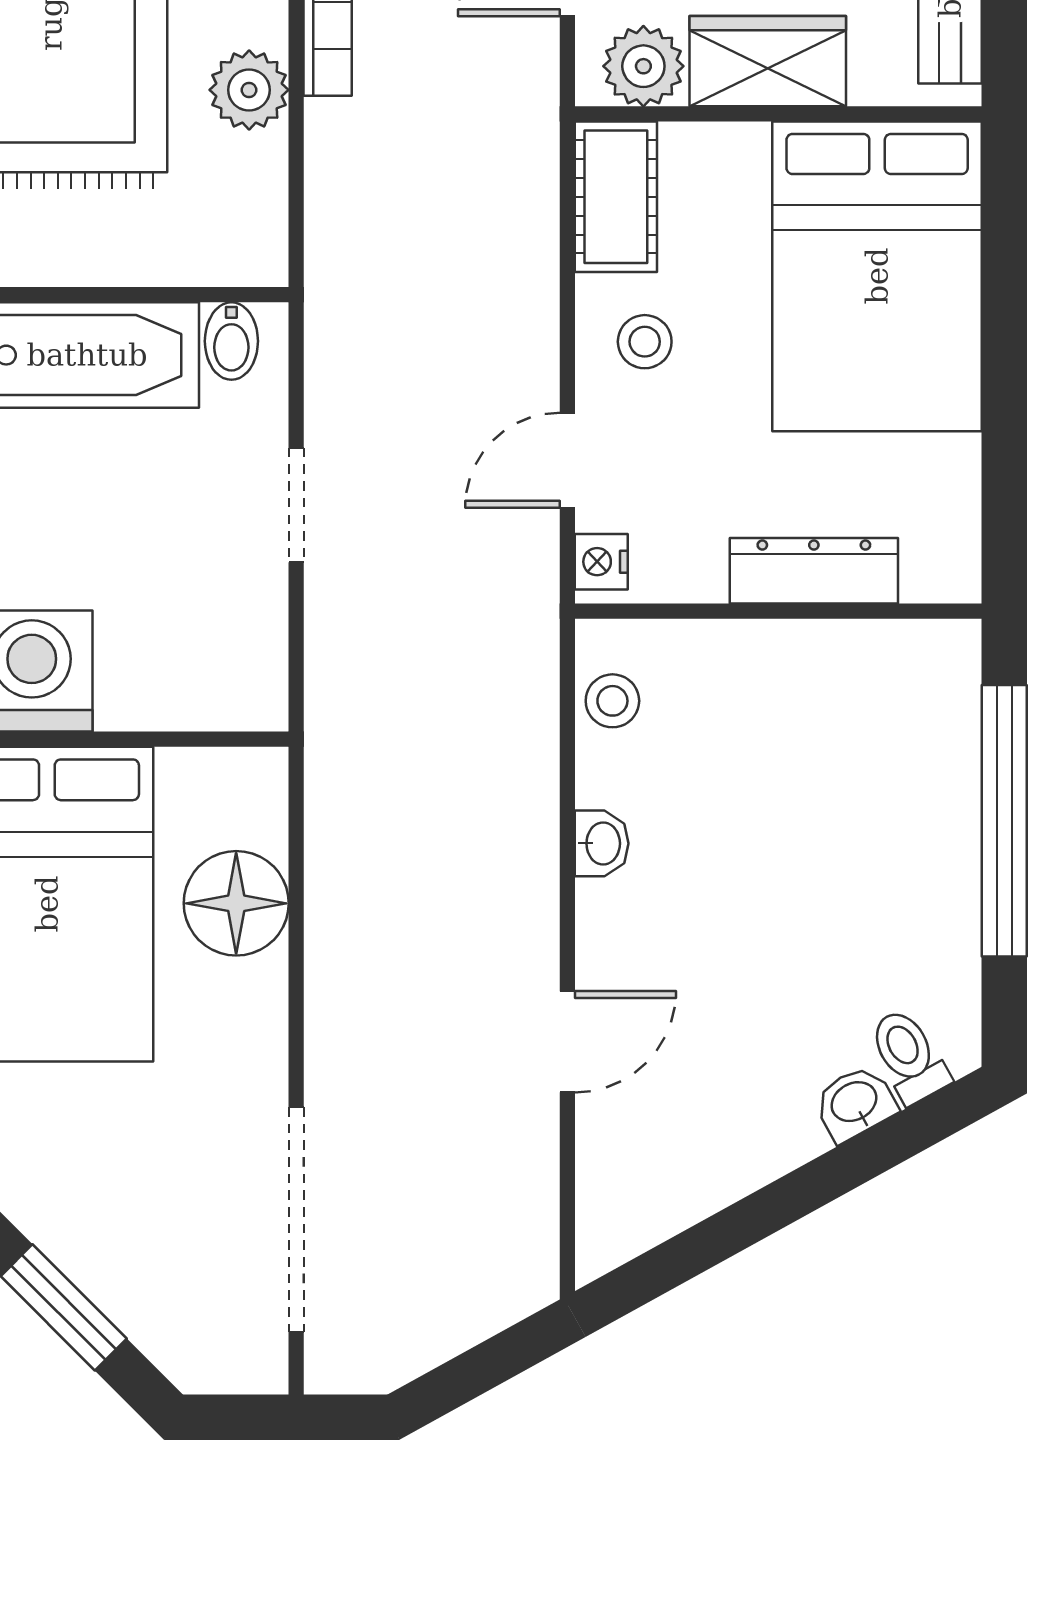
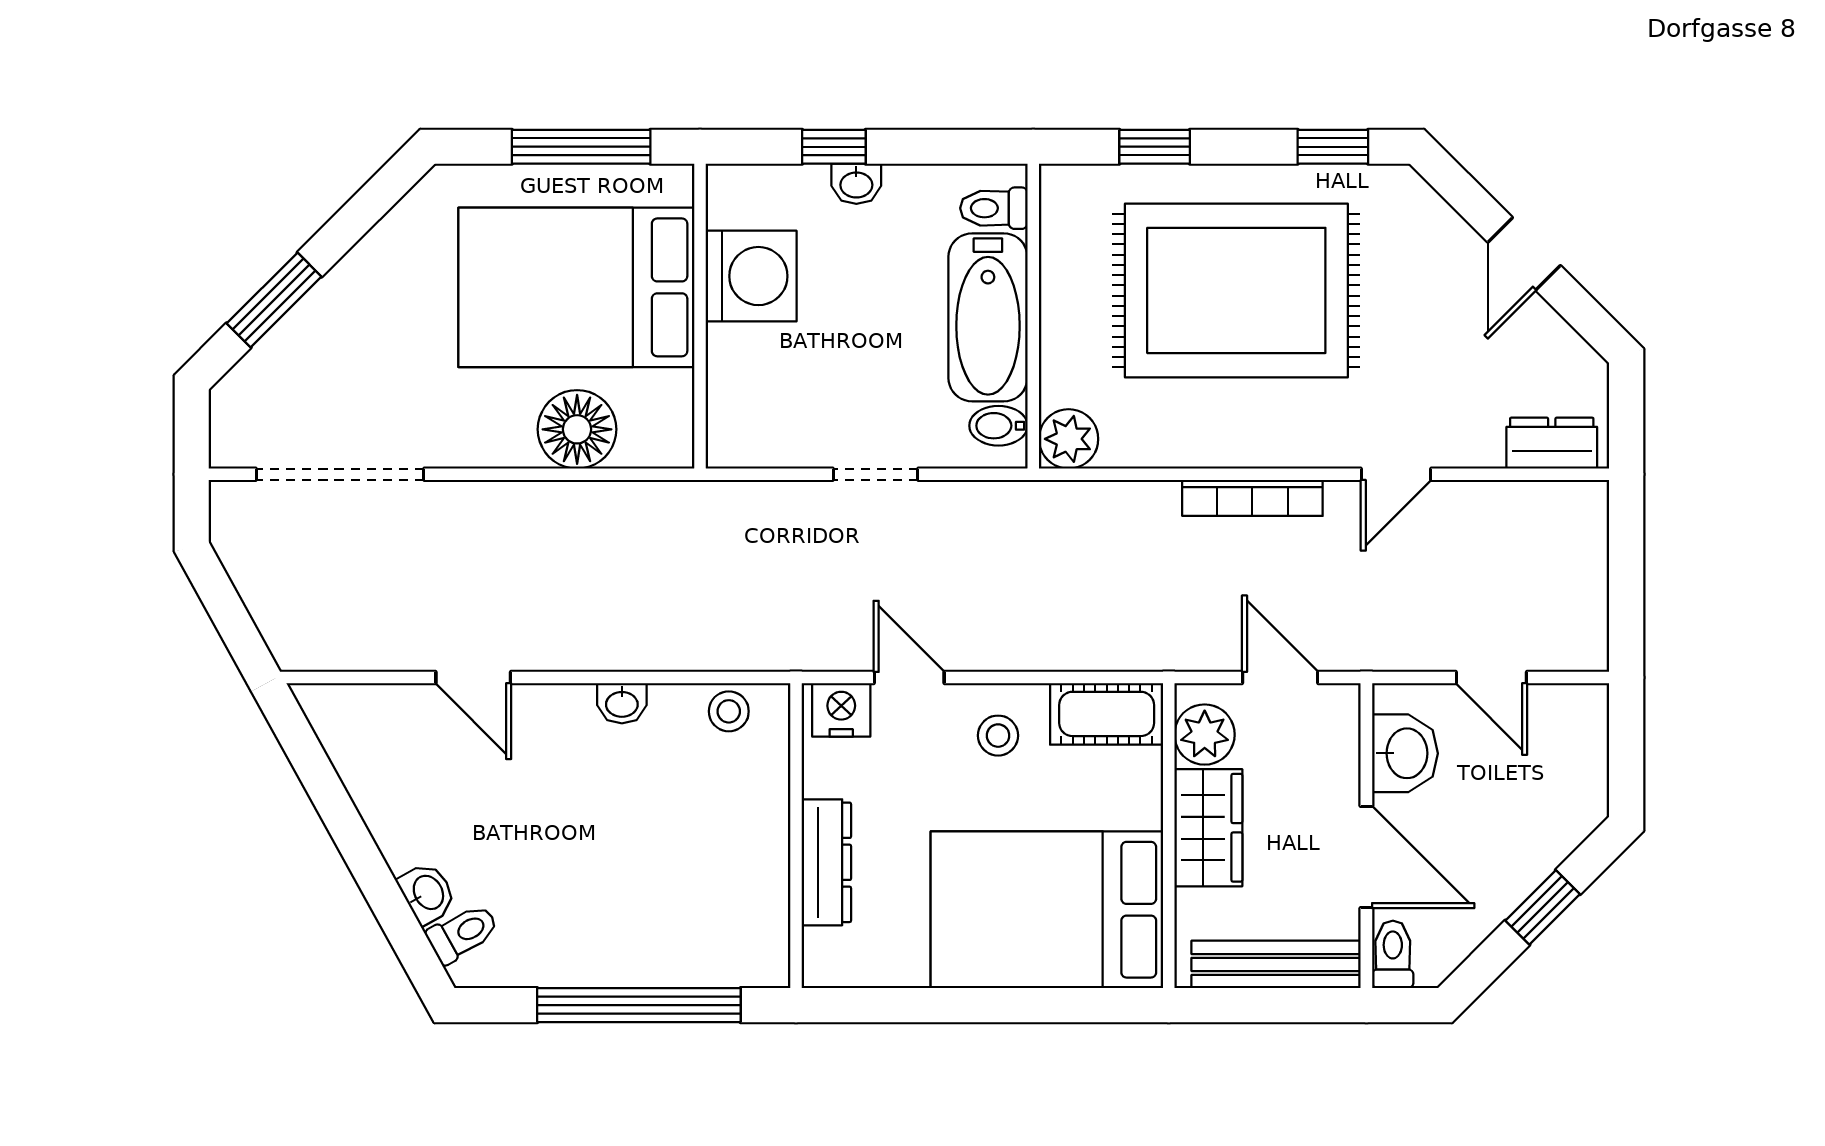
plant: (249, 90) -> (1069, 439), moved
nightstand: (601, 562) -> (841, 710), width x1.39, depth x1.35

